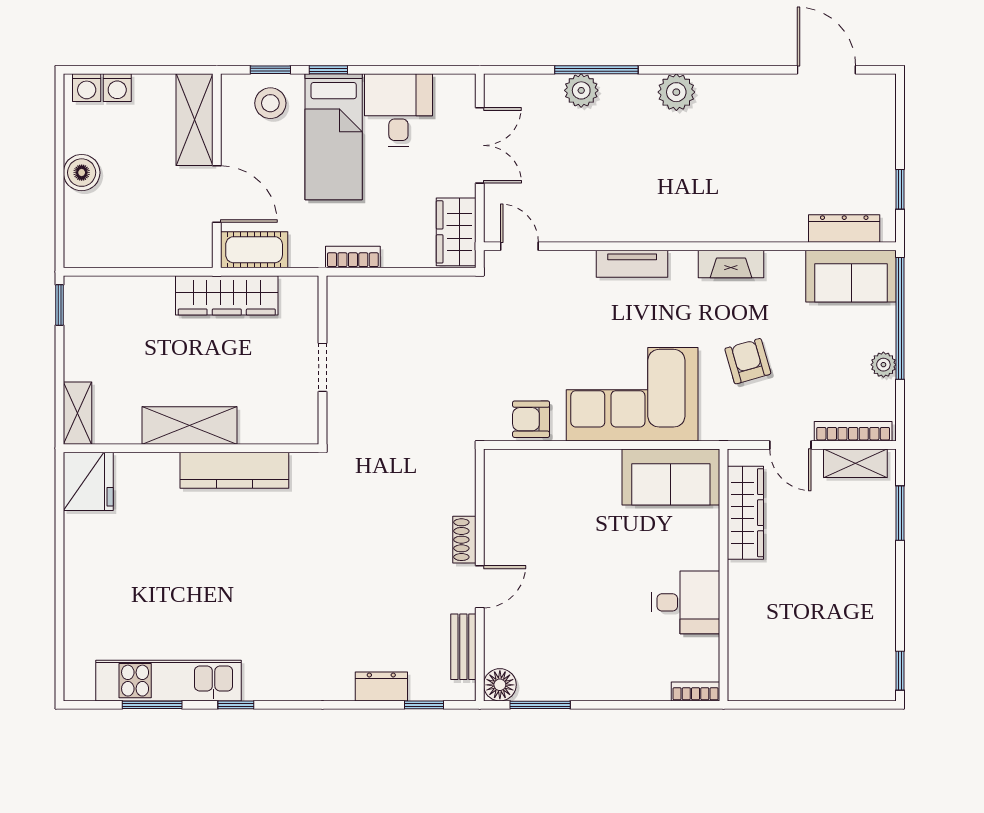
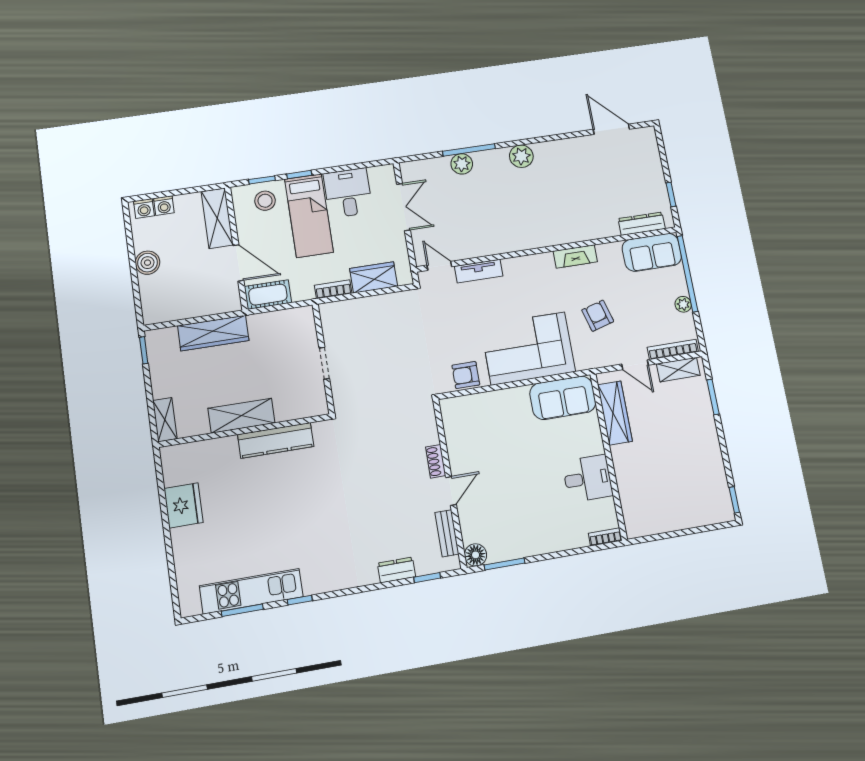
wardrobe: (456, 232) -> (374, 277), moved, turned 90
tv unit: (632, 264) -> (479, 271), moved
wardrobe: (227, 295) -> (213, 333), moved
fridge: (88, 481) -> (183, 505), moved

